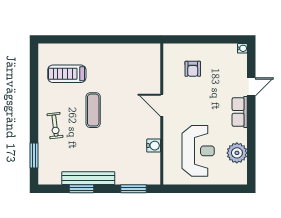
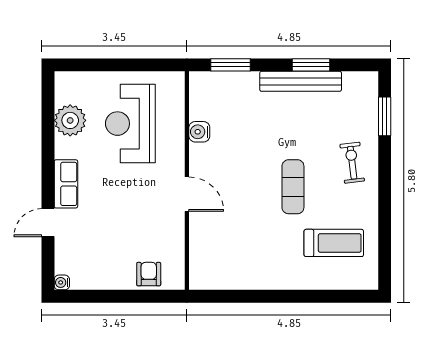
armchair: (193, 69) -> (149, 274), moved

